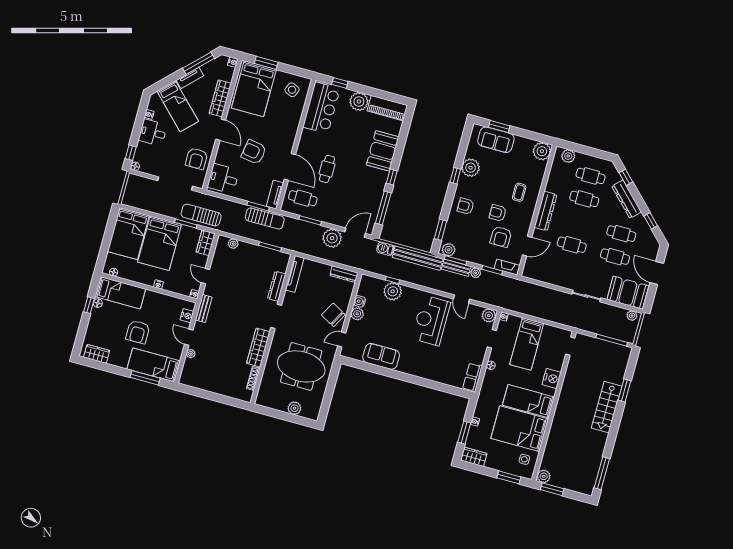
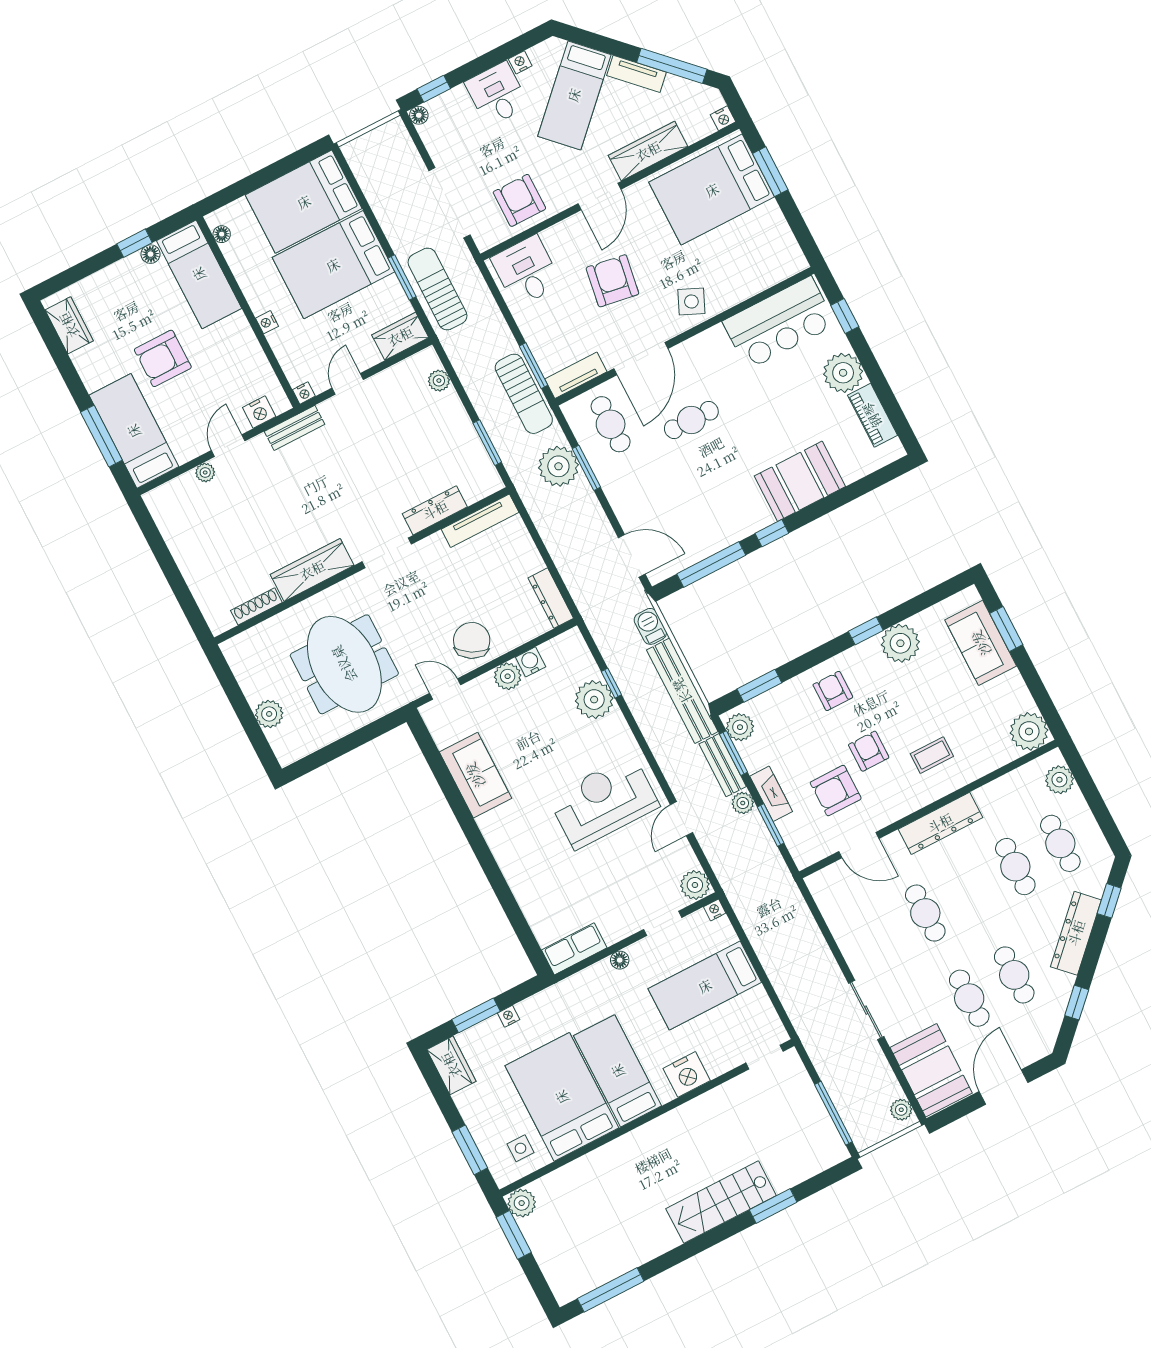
side table: (292, 90) -> (691, 302), moved
piano: (387, 108) -> (872, 415), width x0.73, depth x0.75
armchair: (197, 159) -> (519, 200), turned 90
plant: (332, 238) -> (558, 466), moved
fireplace: (507, 267) -> (771, 794), moved

